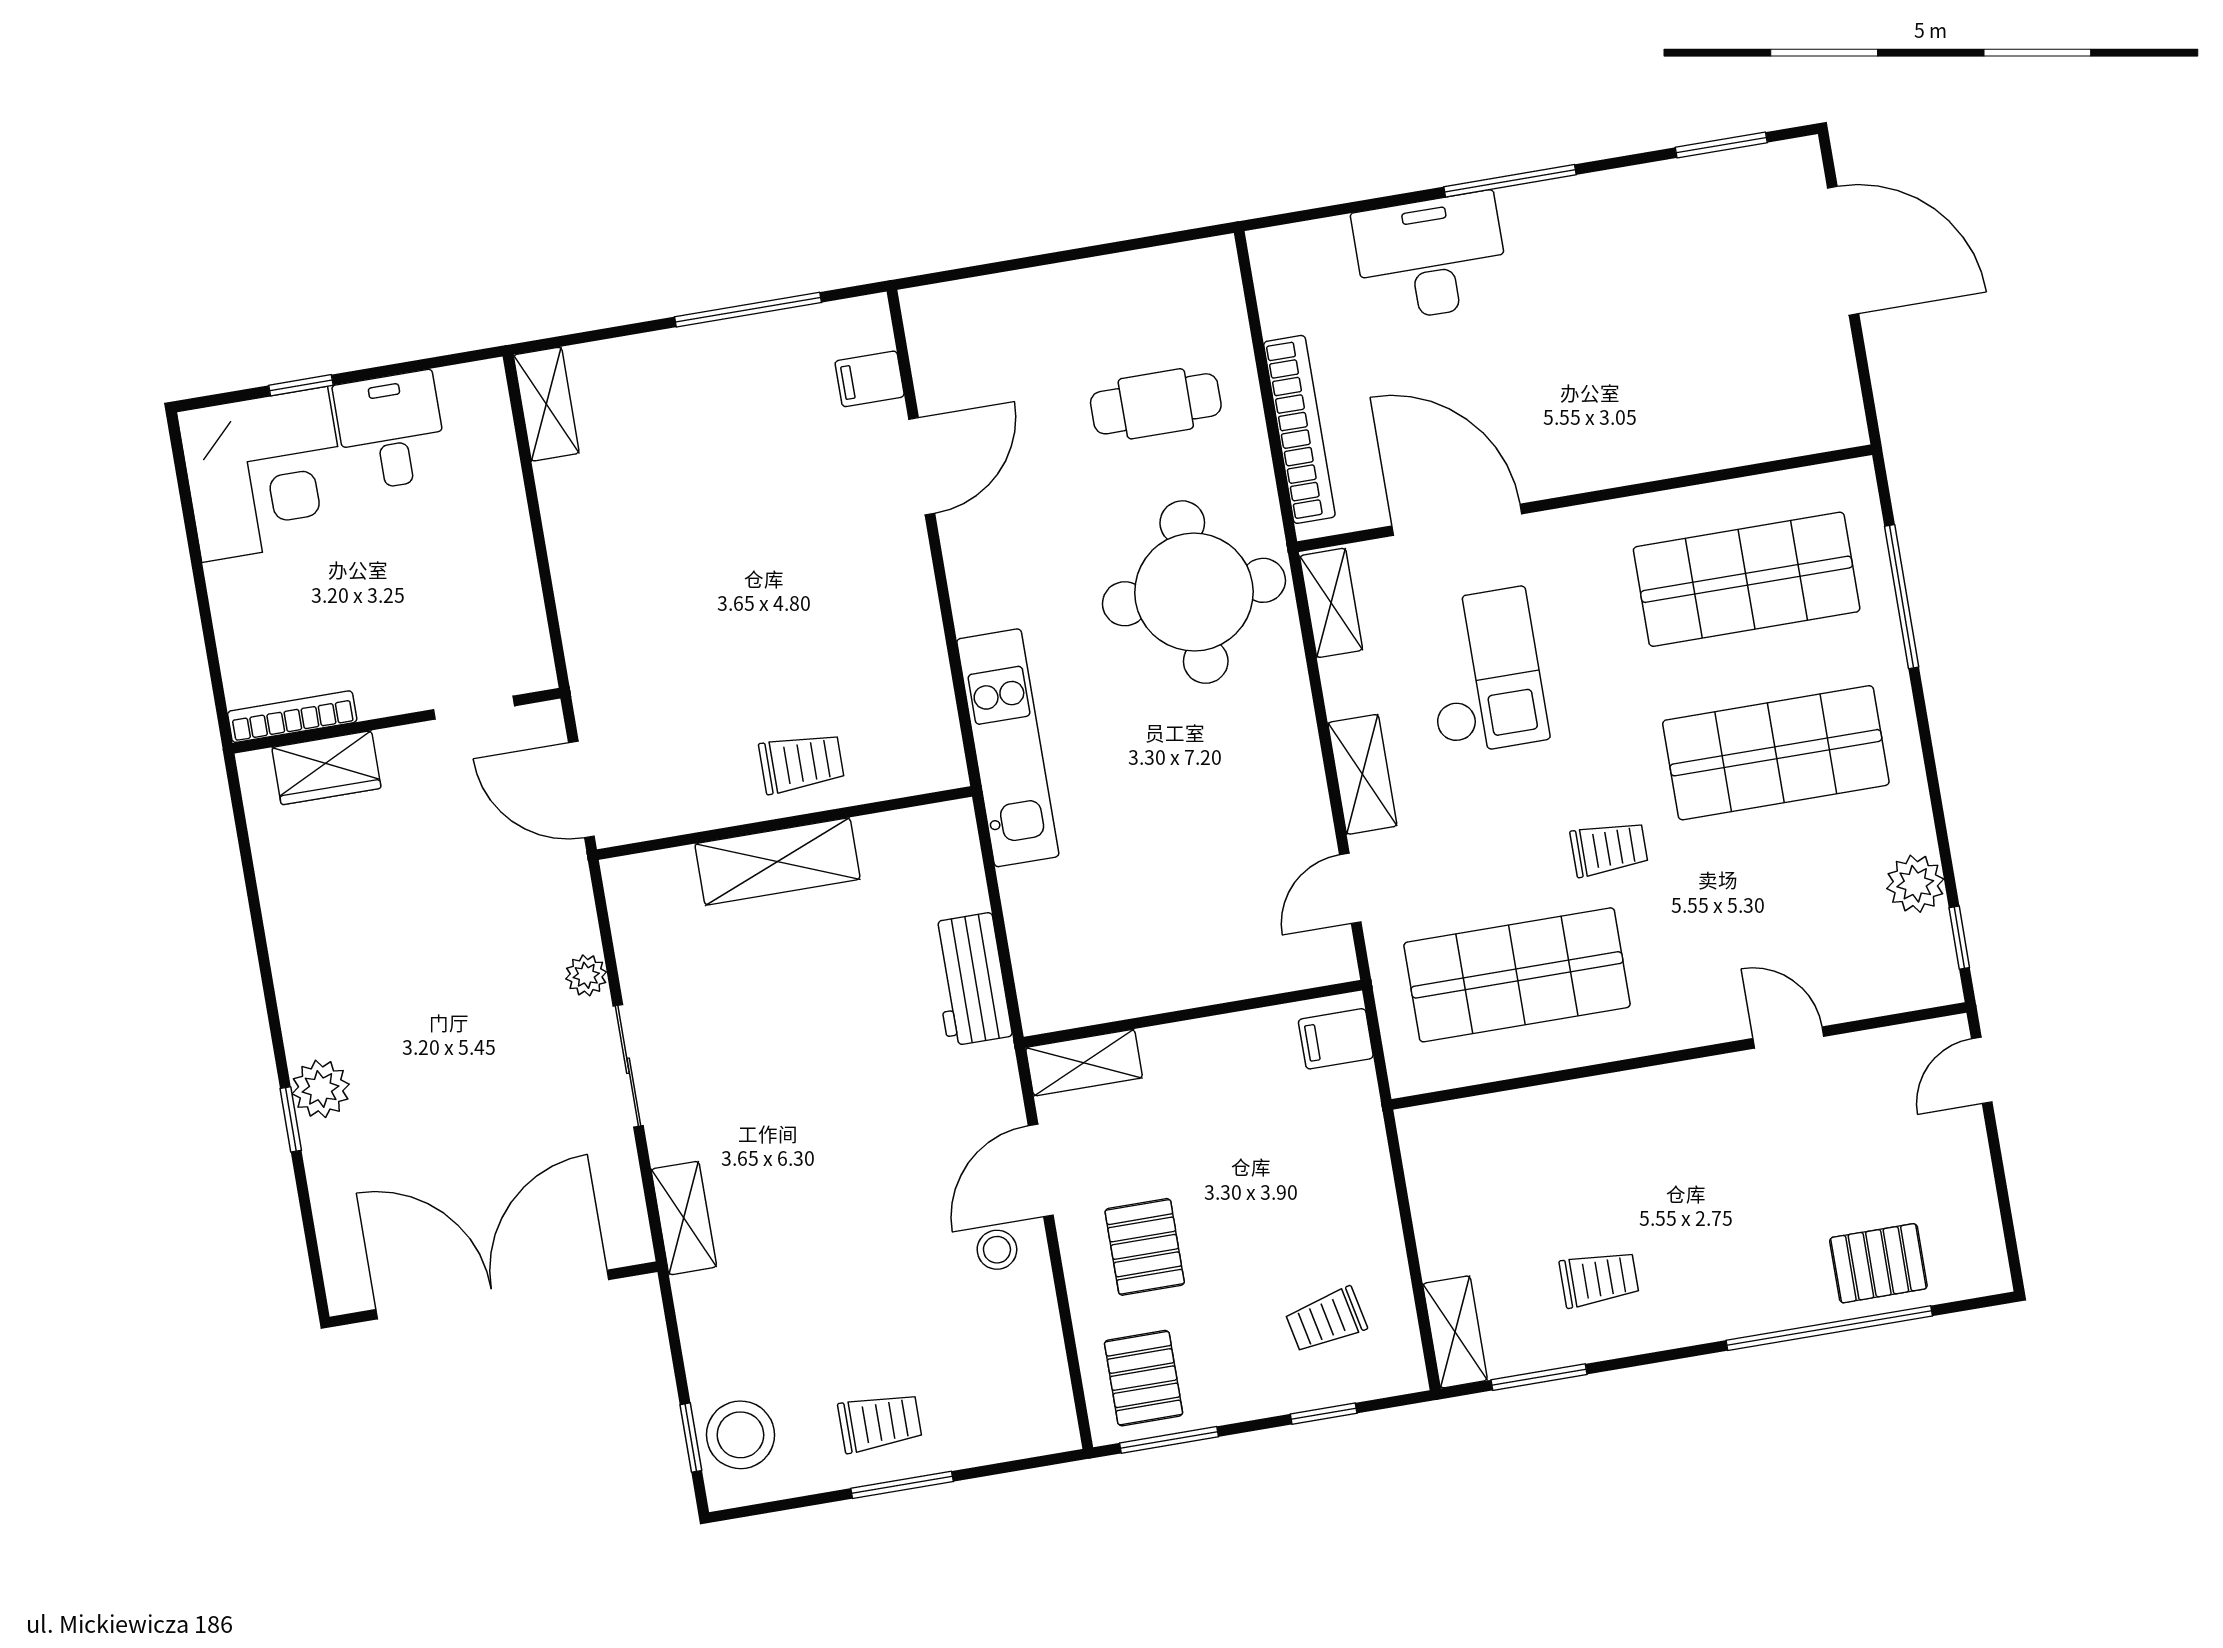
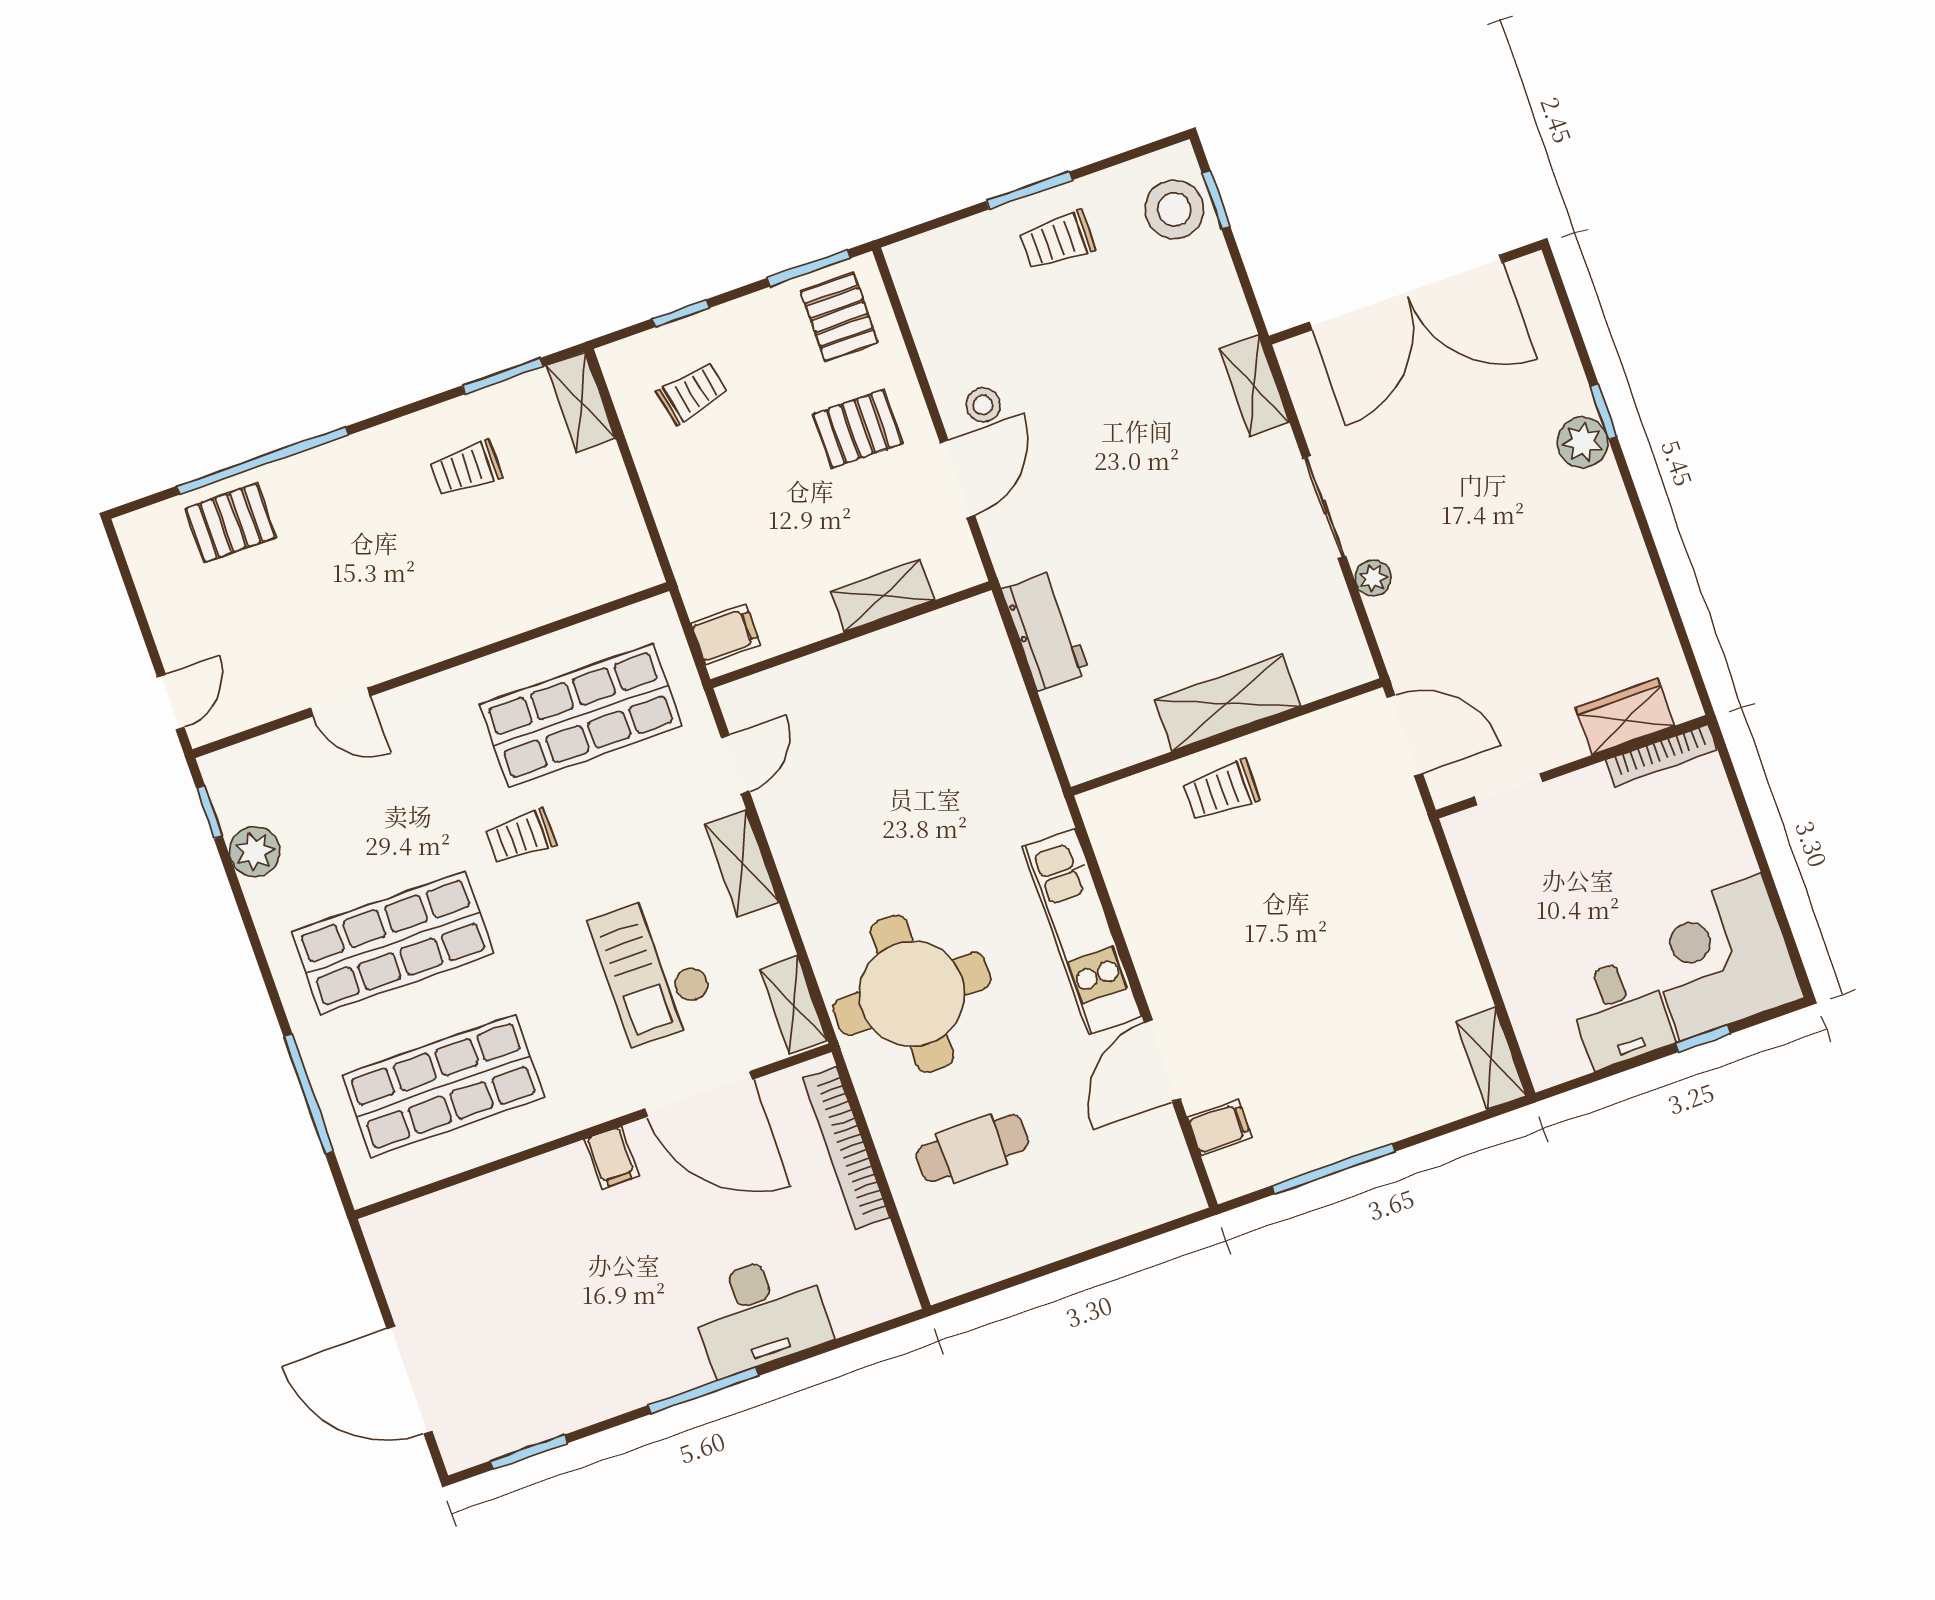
filing cabinet: (1569, 465) -> (612, 1158), added
kitchen unit: (1008, 748) -> (1082, 932), moved
shelving: (1084, 1063) -> (883, 596), moved
pallet: (1145, 1247) -> (858, 429), turned 90

